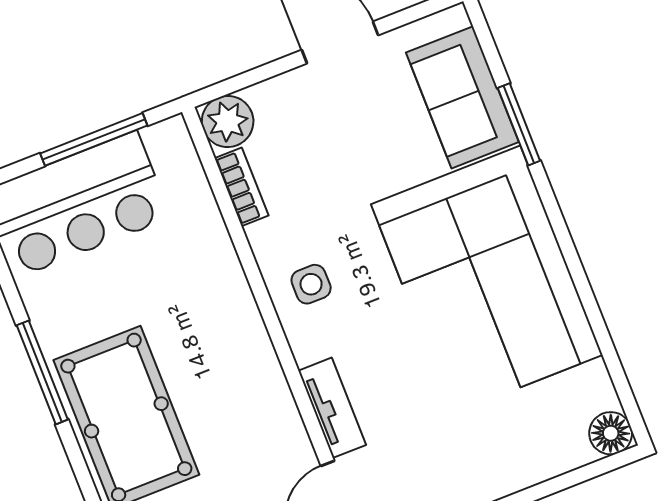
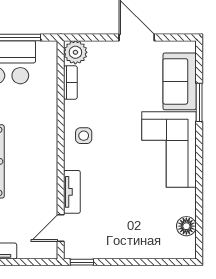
corner sofa: (487, 280) -> (169, 149), width x0.73, depth x0.74
floor lamp: (611, 433) -> (186, 226), moved

